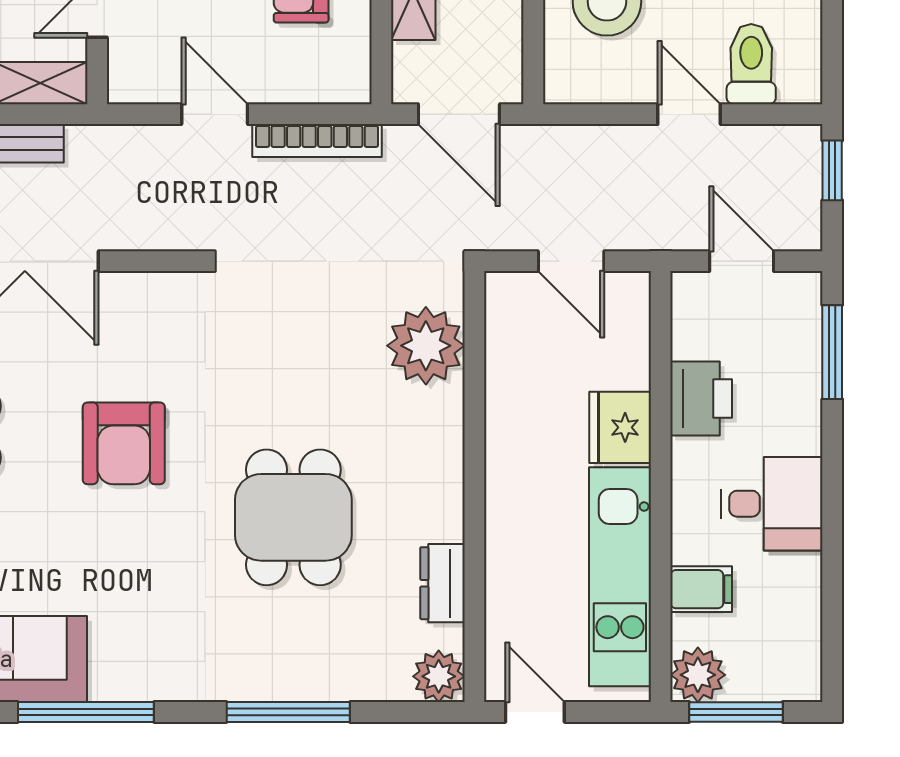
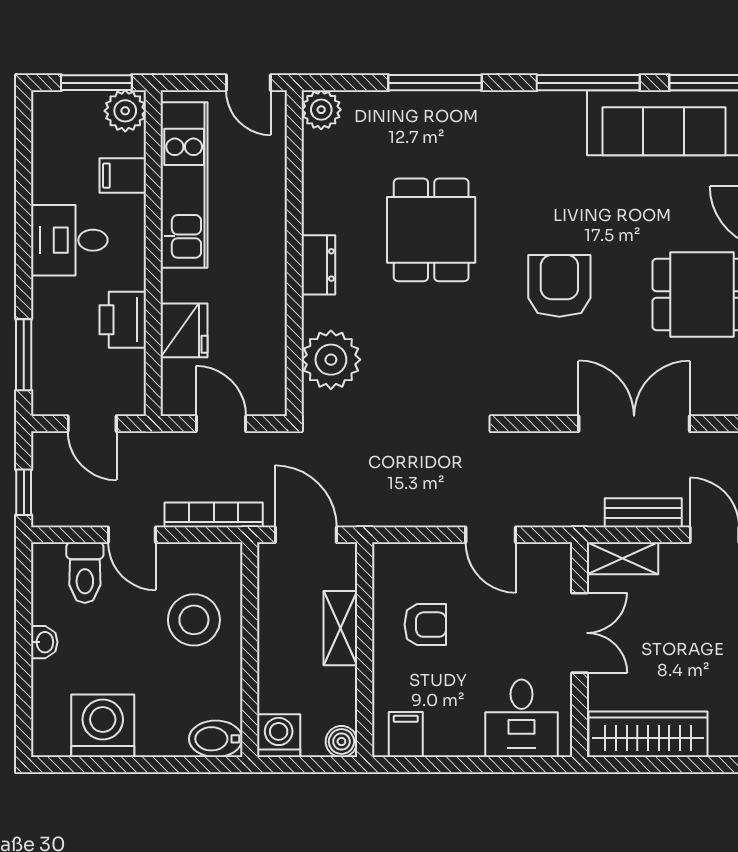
bookcase: (317, 140) -> (214, 515), moved
fridge: (620, 427) -> (184, 330), moved
dresser: (443, 583) -> (318, 265), moved

